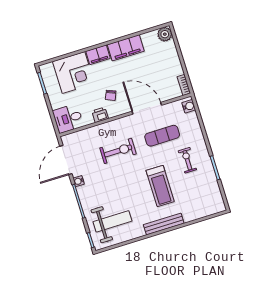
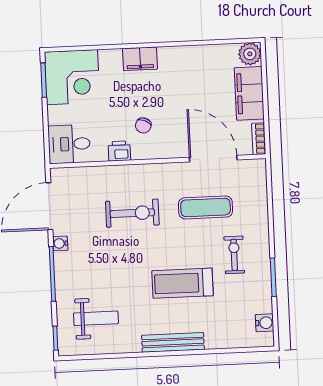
filing cabinet: (126, 48) -> (249, 93), moved, turned 90
corner desk: (74, 73) -> (72, 77), moved
water cooler: (189, 106) -> (265, 323), moved
door: (147, 108) -> (213, 159), moved
treadmill: (160, 186) -> (183, 283), turned 90
weight bench: (112, 221) -> (96, 318), width x0.73, depth x0.75

